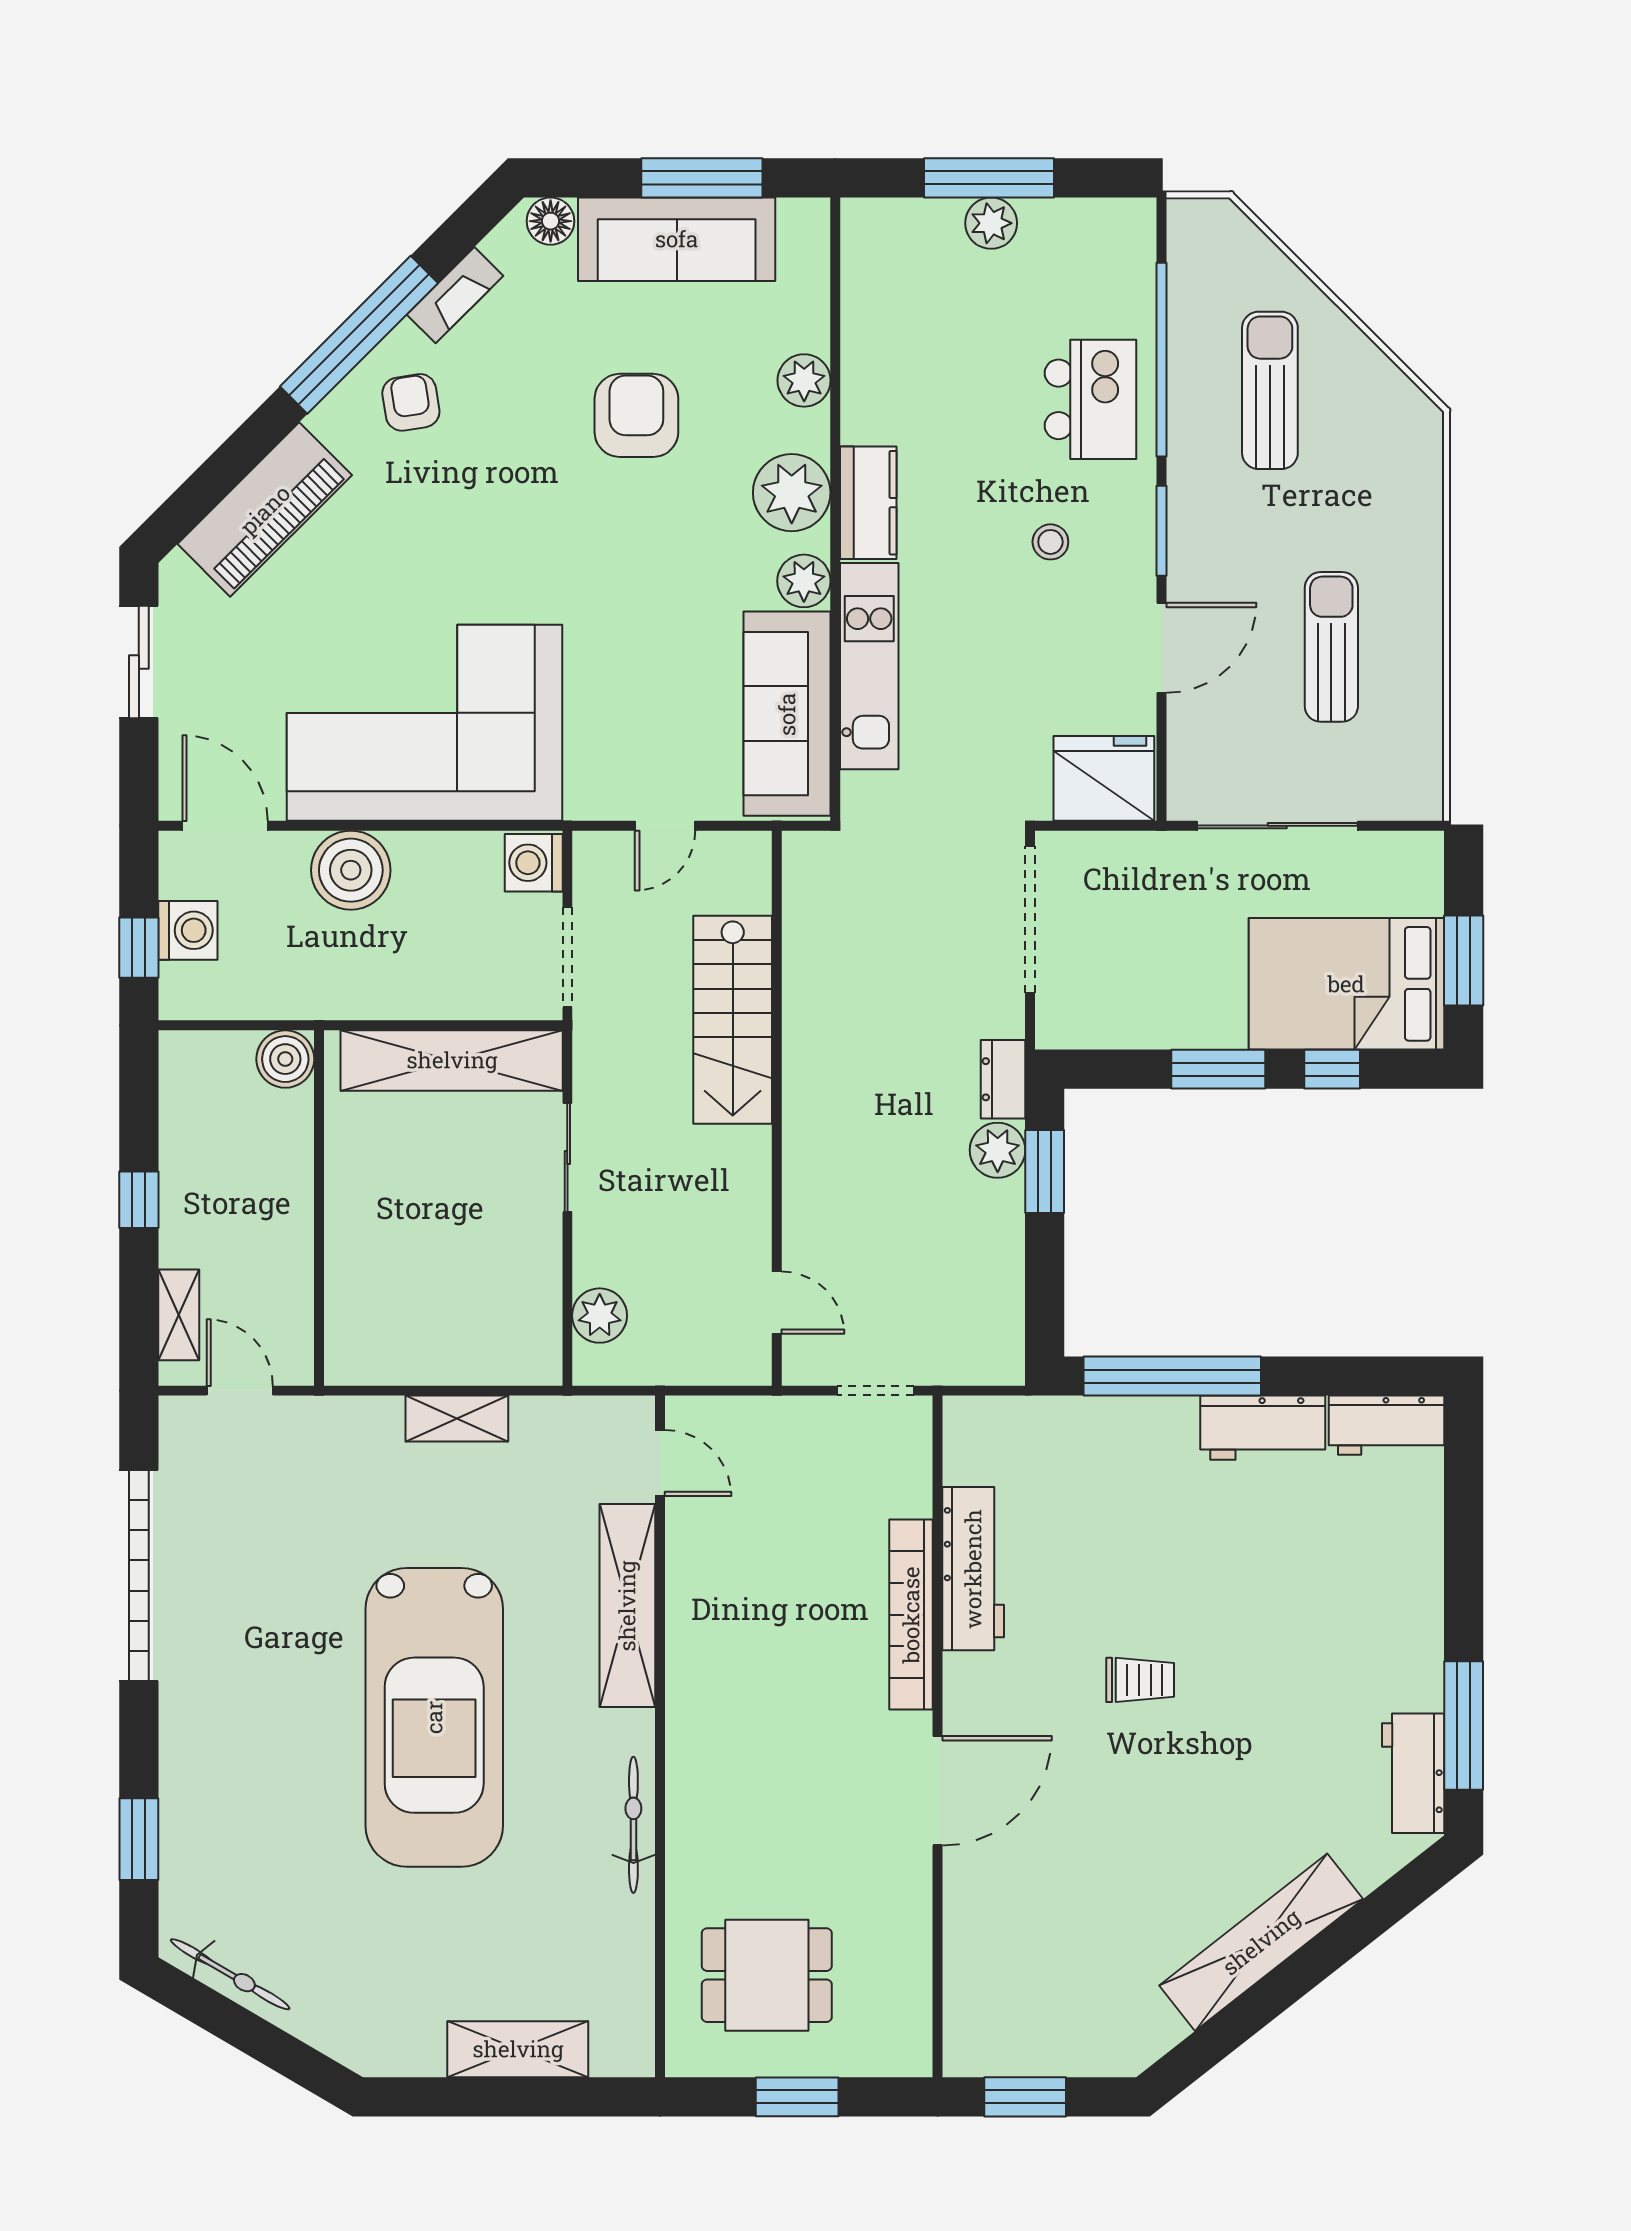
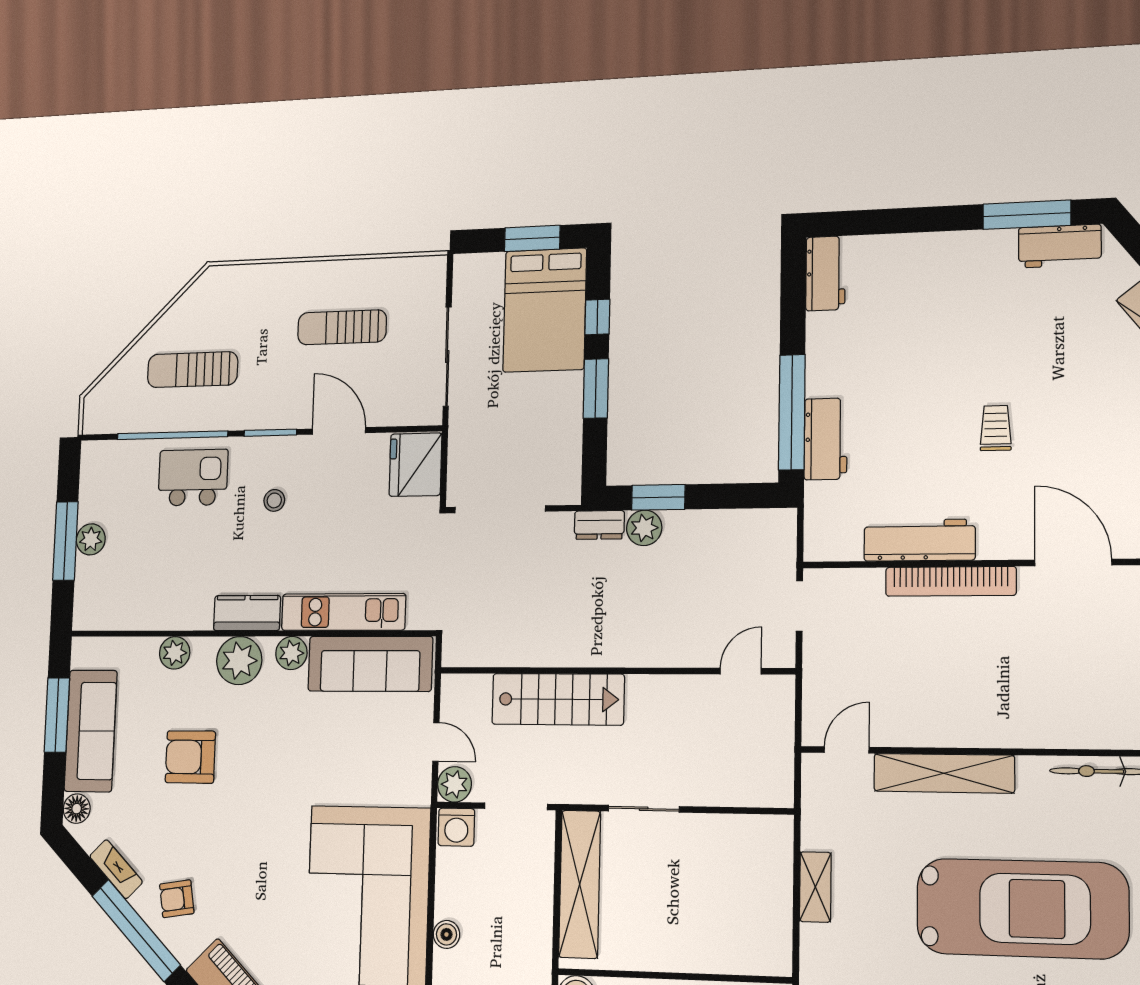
boiler: (351, 870) -> (446, 934), width x0.54, depth x0.54
plant: (600, 1316) -> (455, 784), moved
workbench: (1263, 1428) -> (826, 439), moved

